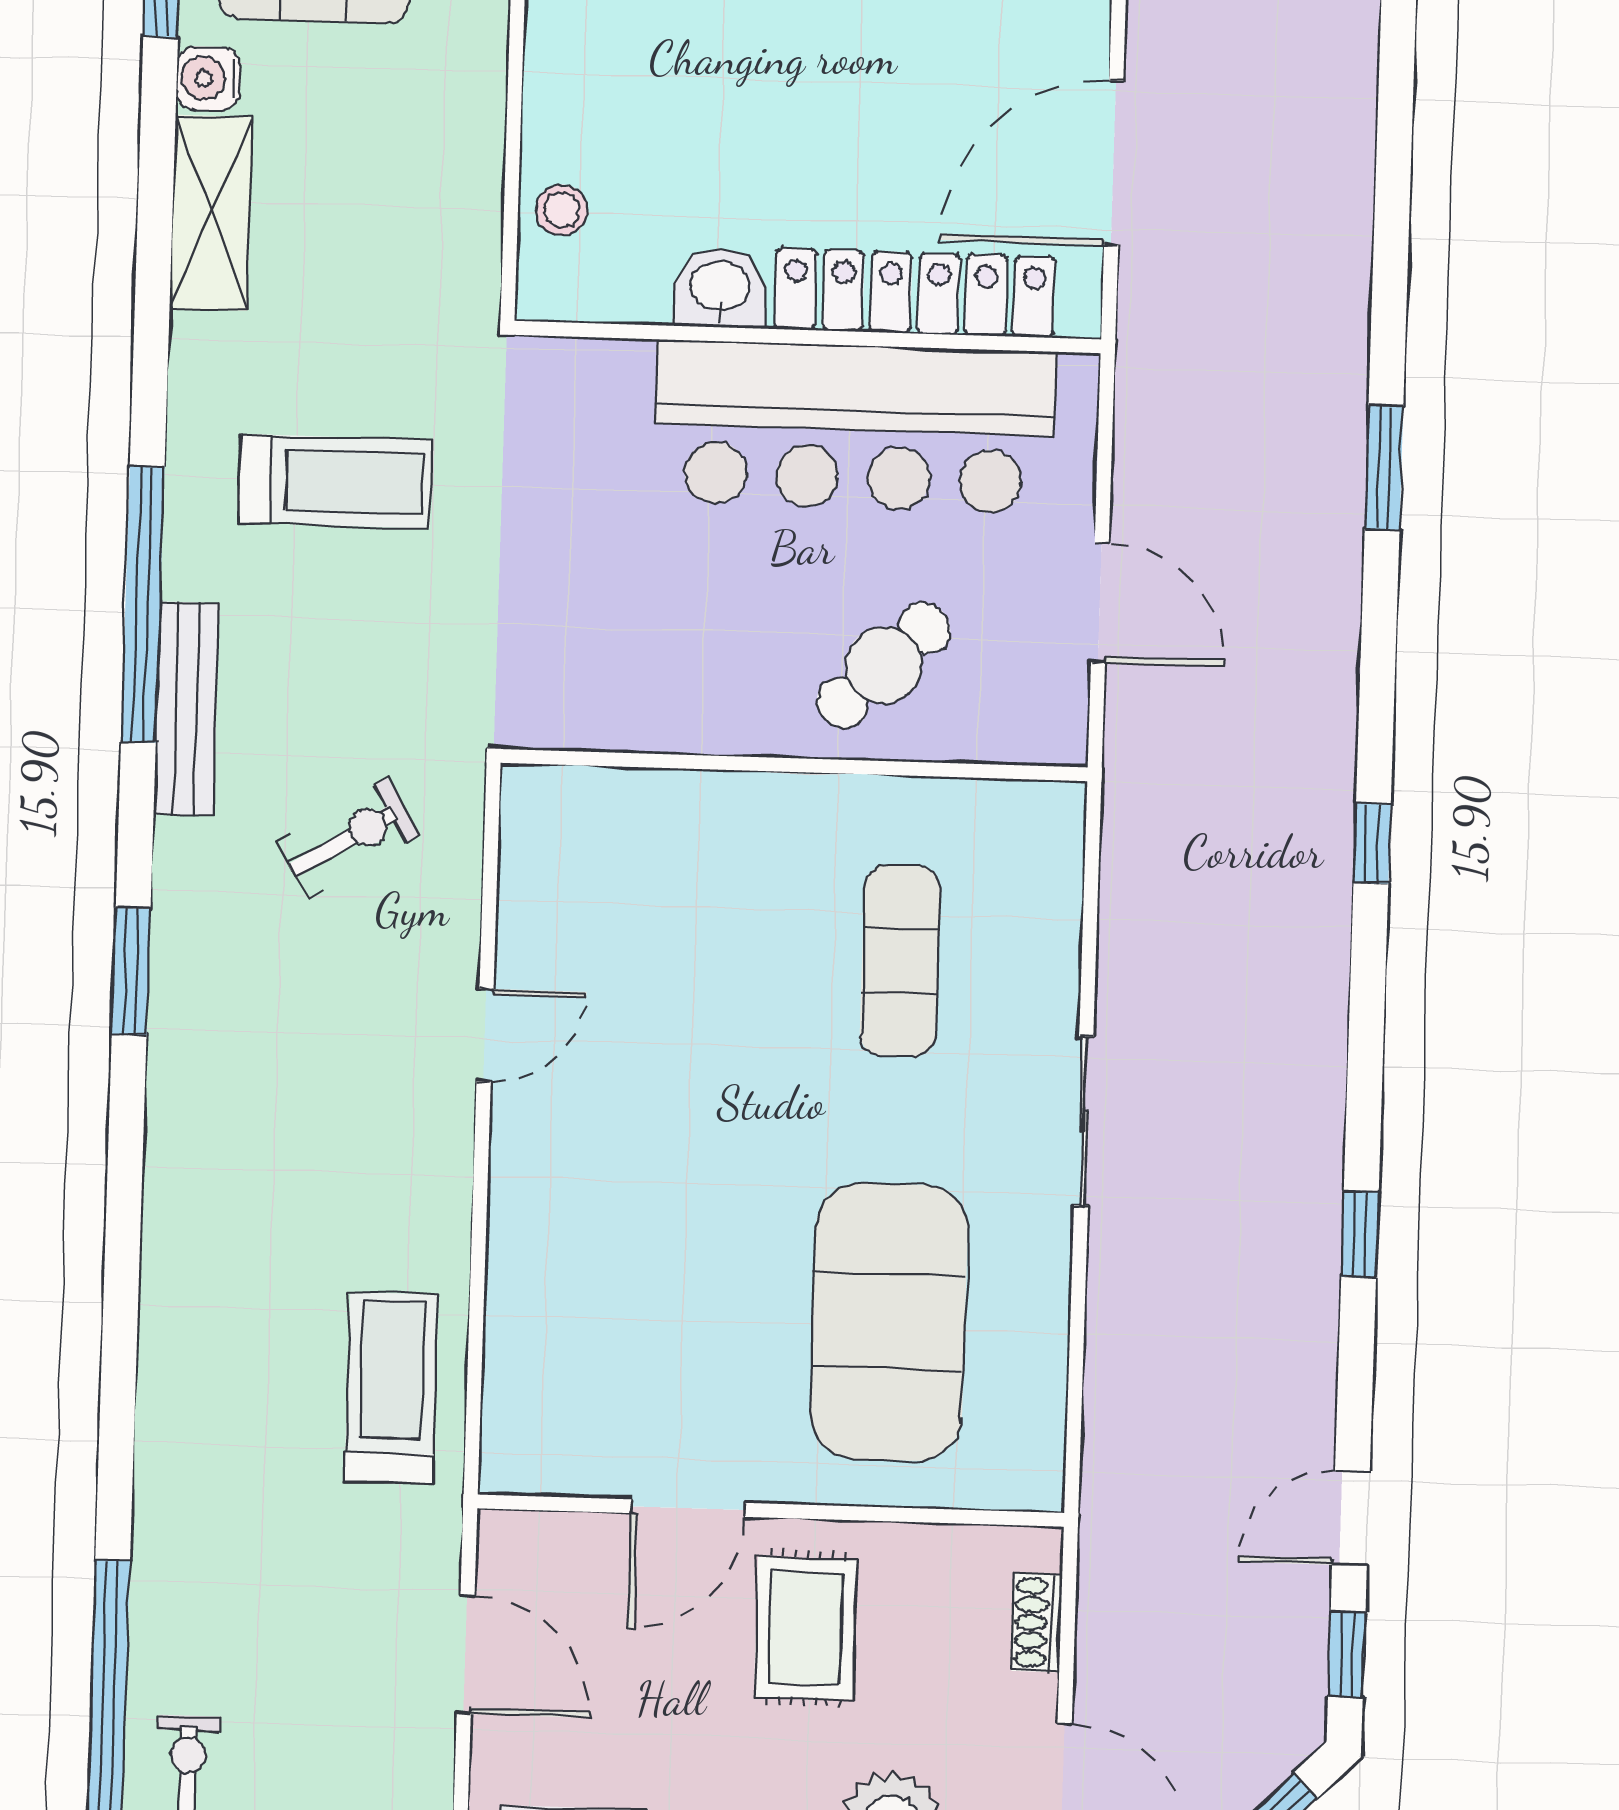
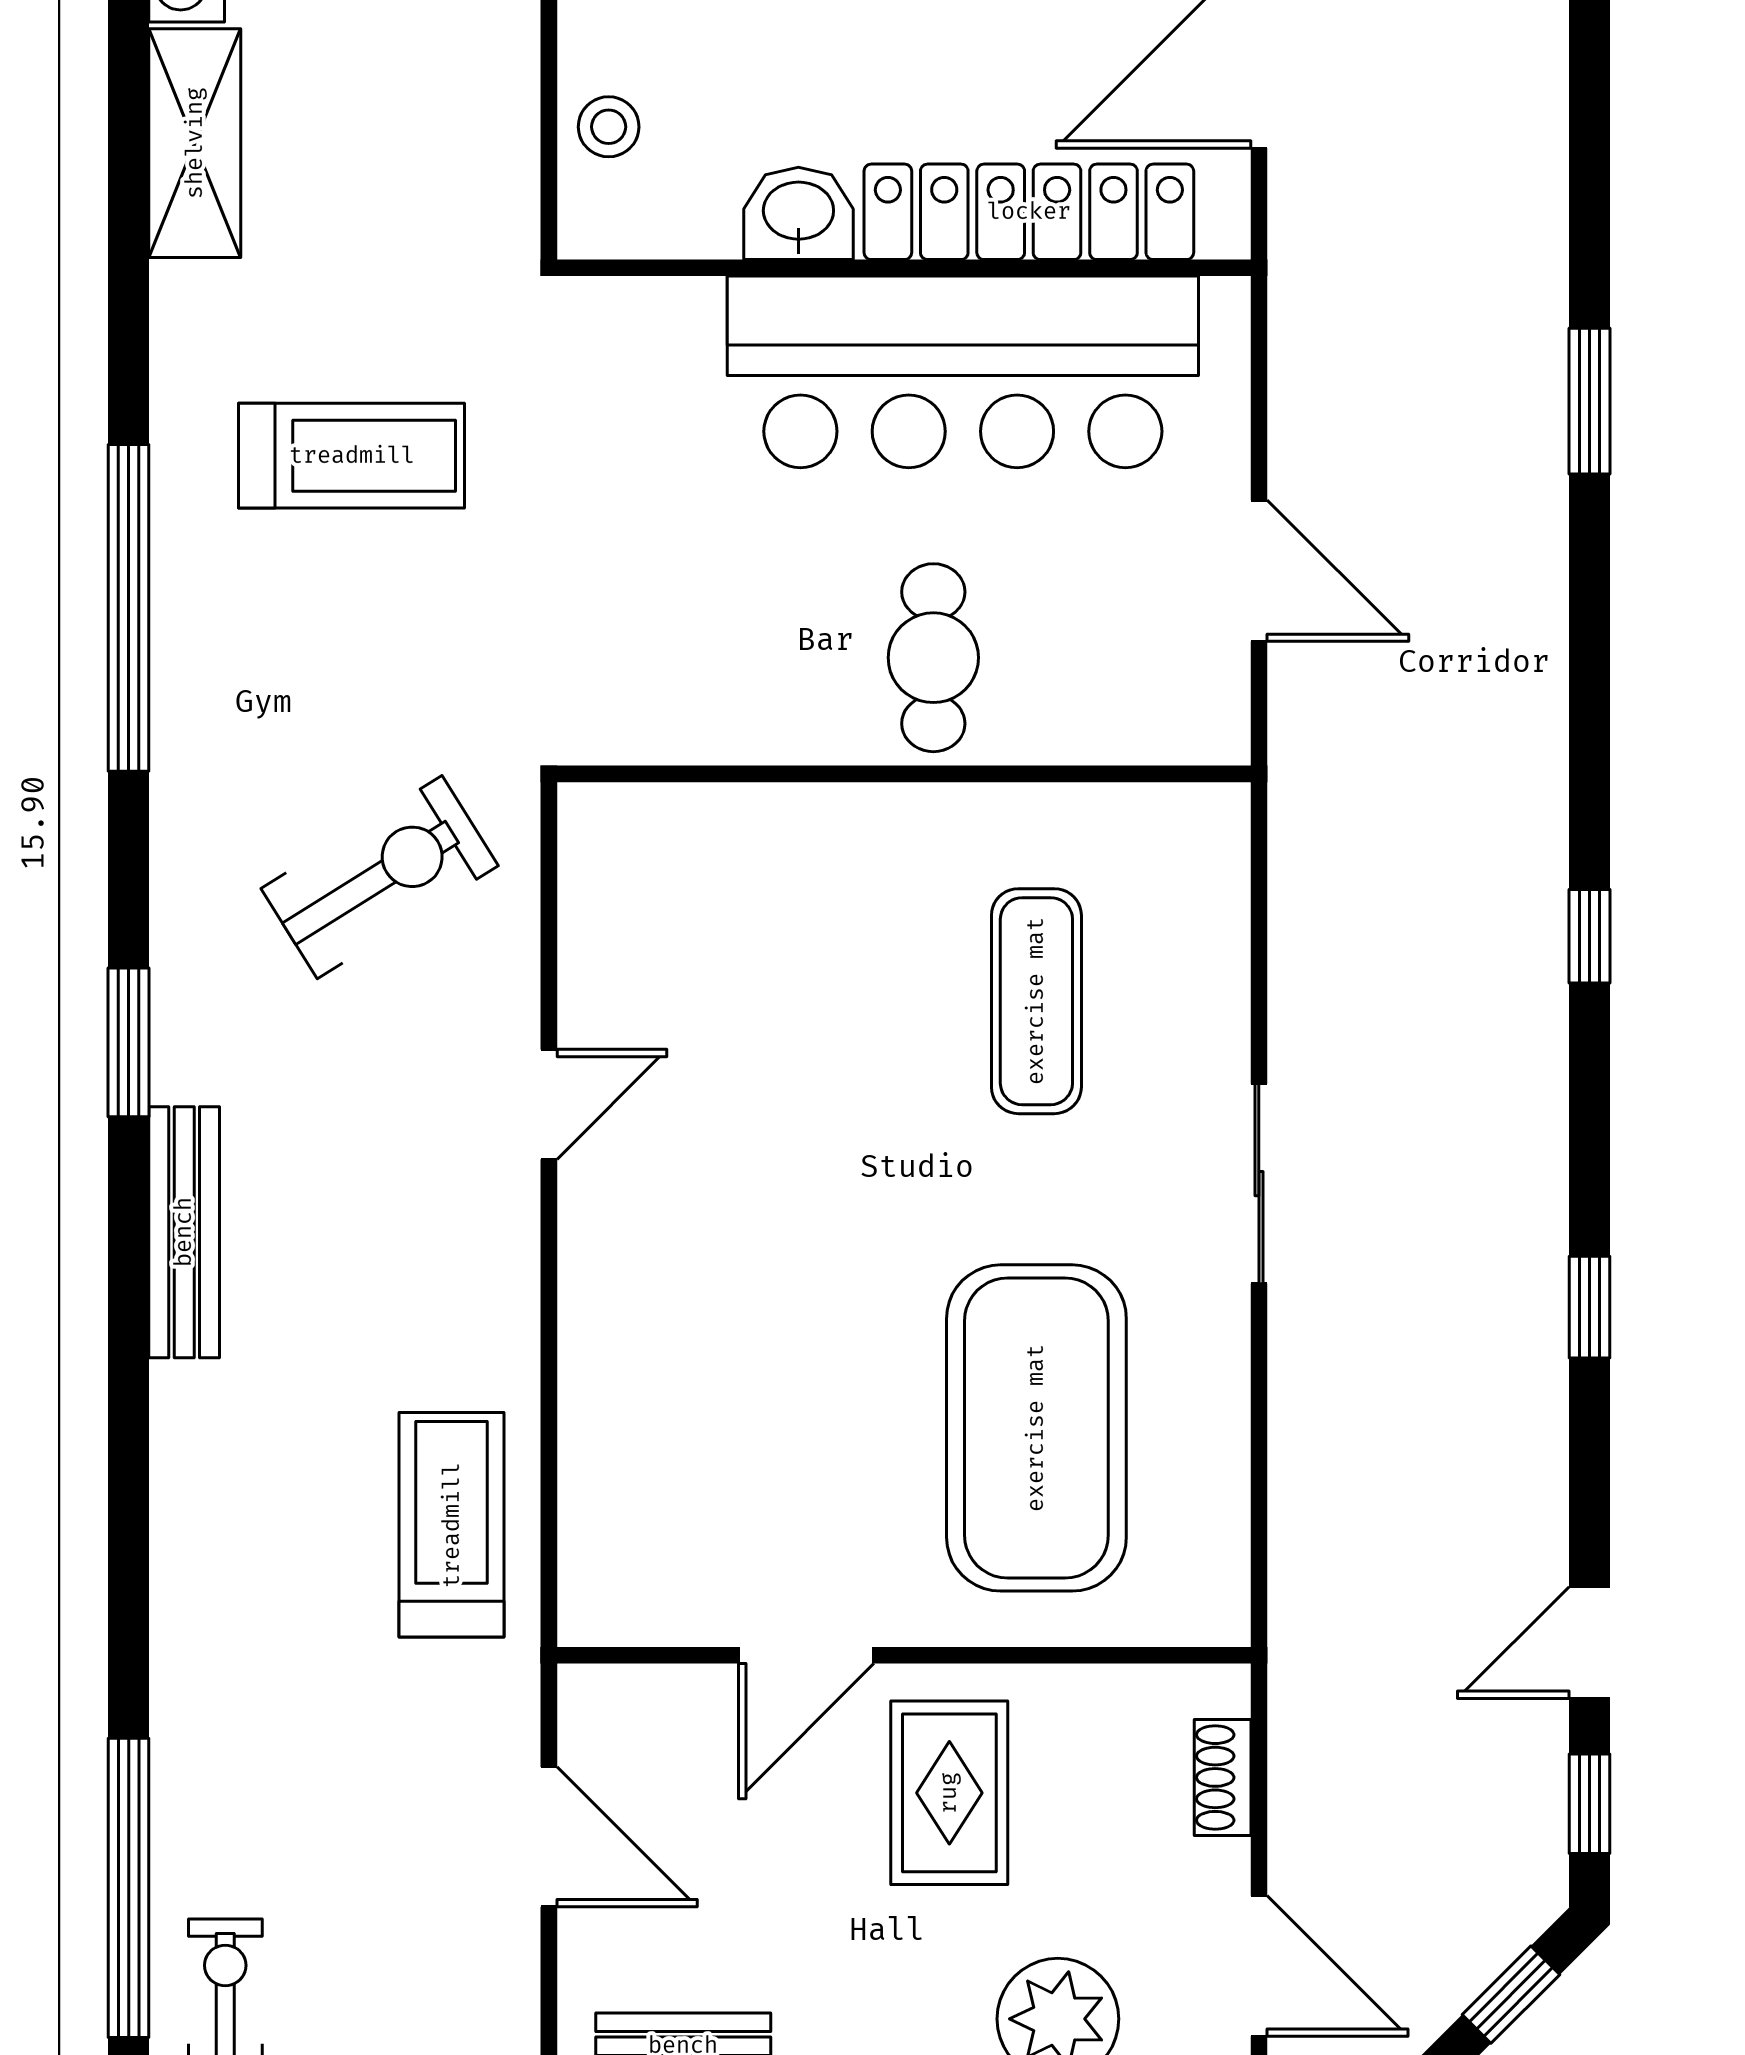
cafe table: (884, 665) -> (933, 658), moved, turned -46
bench: (187, 709) -> (184, 1232), moved
exercise bike: (348, 839) -> (380, 877), width x1.38, depth x1.39
window: (1372, 844) -> (1590, 936), moved

